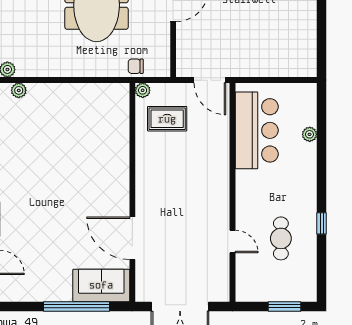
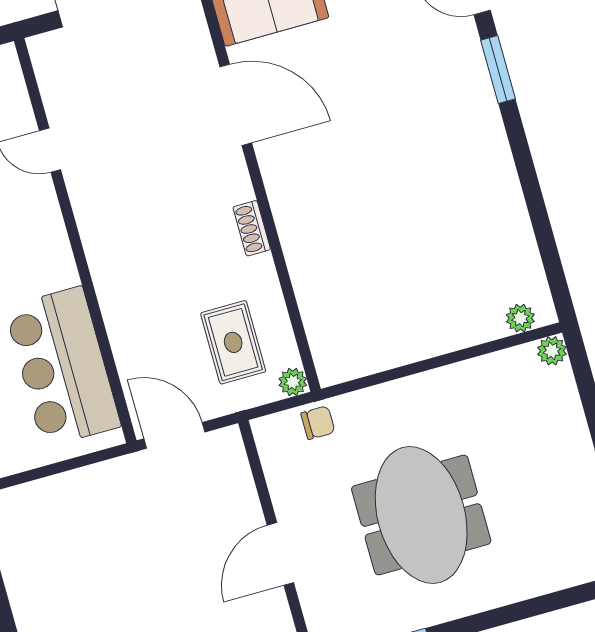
rug: (167, 119) -> (233, 342), turned 90
shoe rack: (142, 174) -> (252, 228), added

